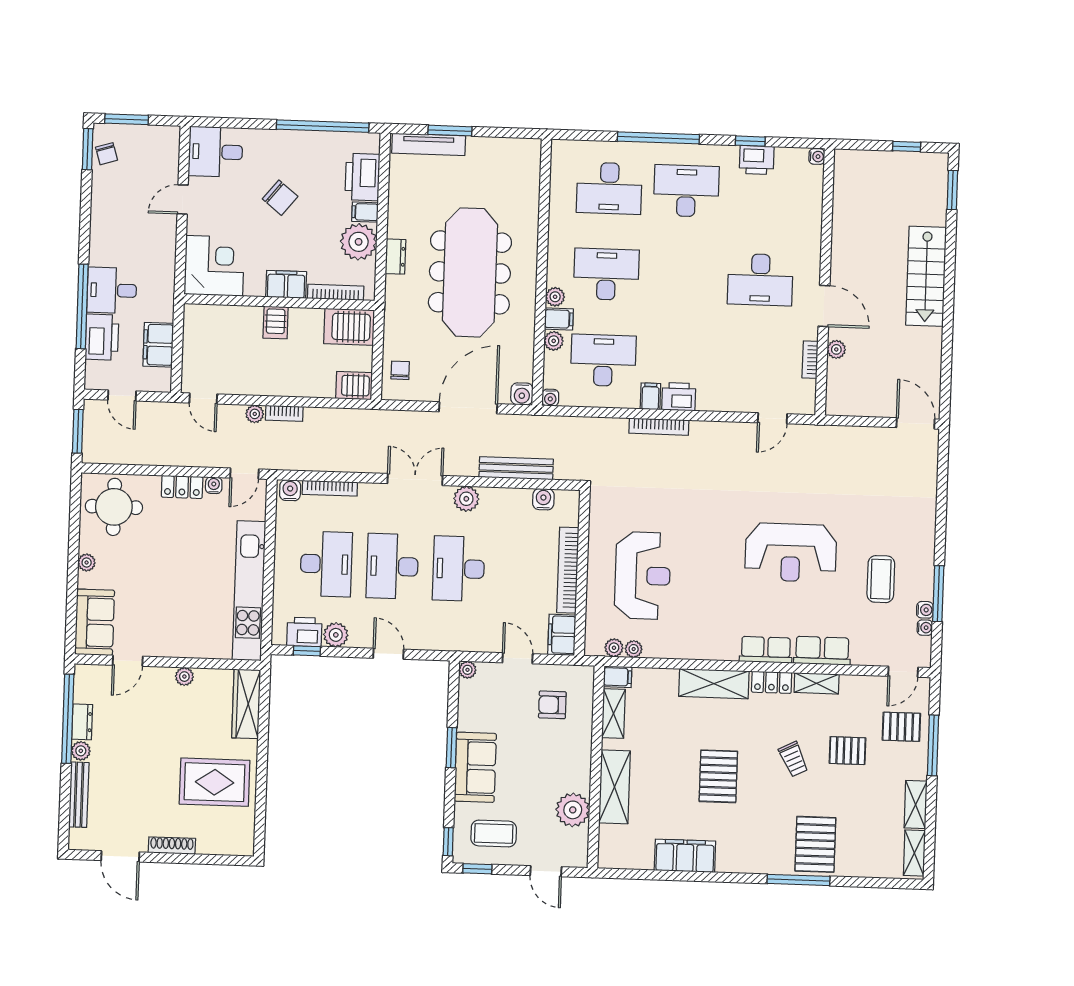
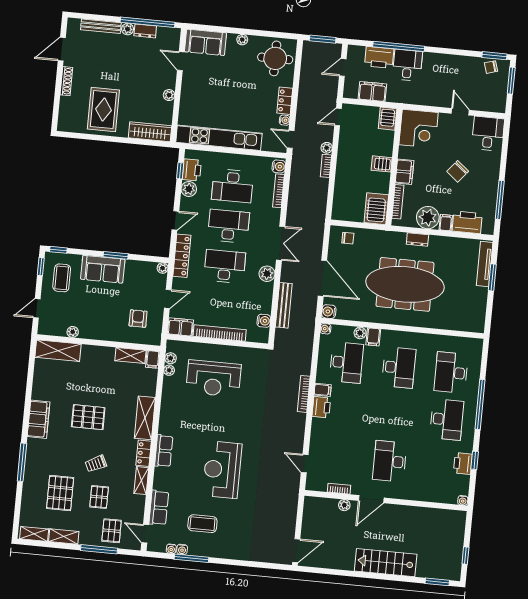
window: (323, 126) -> (500, 200), width x0.68
plant: (555, 297) -> (387, 335), removed
server rack: (354, 386) -> (388, 119), moved, turned 180
locker: (445, 640) -> (182, 256), added
row of seats: (822, 651) -> (159, 508), moved
shelving: (614, 787) -> (58, 351), moved
plant: (573, 810) -> (73, 332), width x0.53, depth x0.53
pallet: (815, 844) -> (60, 493), moved, turned 90
filing cabinet: (685, 856) -> (39, 419), moved

